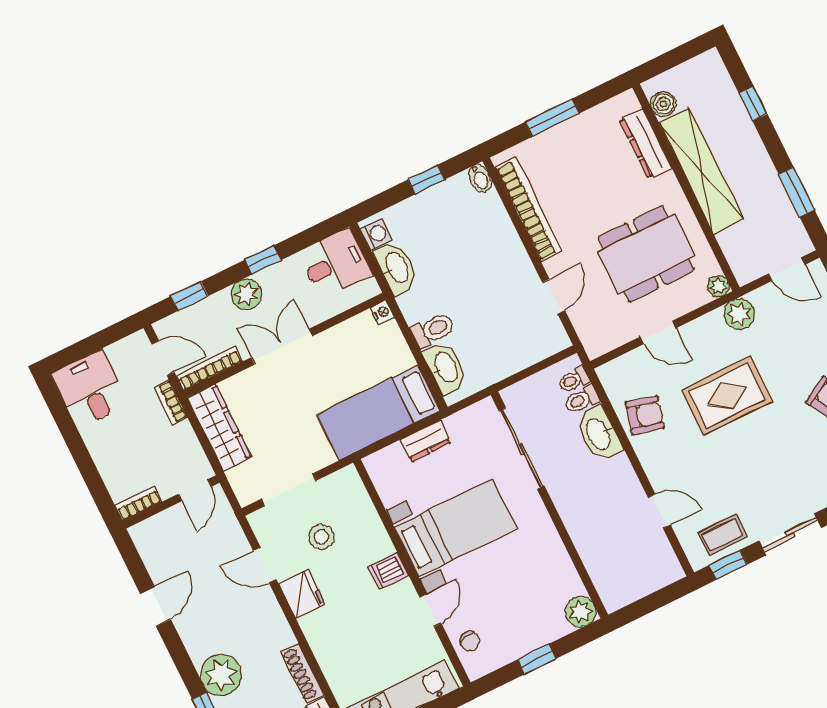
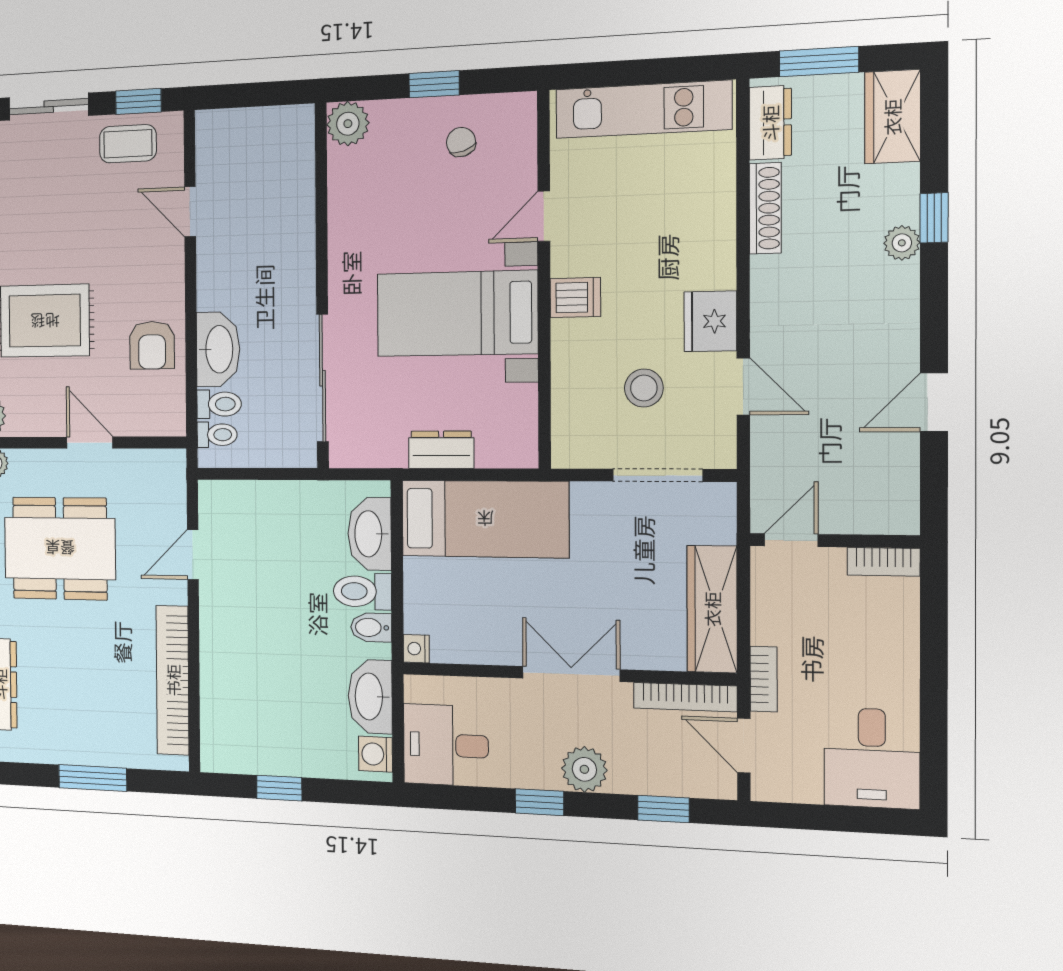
bidet: (480, 178) -> (371, 627), moved, turned -90
double door: (282, 347) -> (571, 674), swing flipped
armchair: (645, 415) -> (152, 345), turned -104
chair: (470, 641) -> (461, 142), moved
plant: (221, 675) -> (902, 243), width x0.53, depth x0.53

